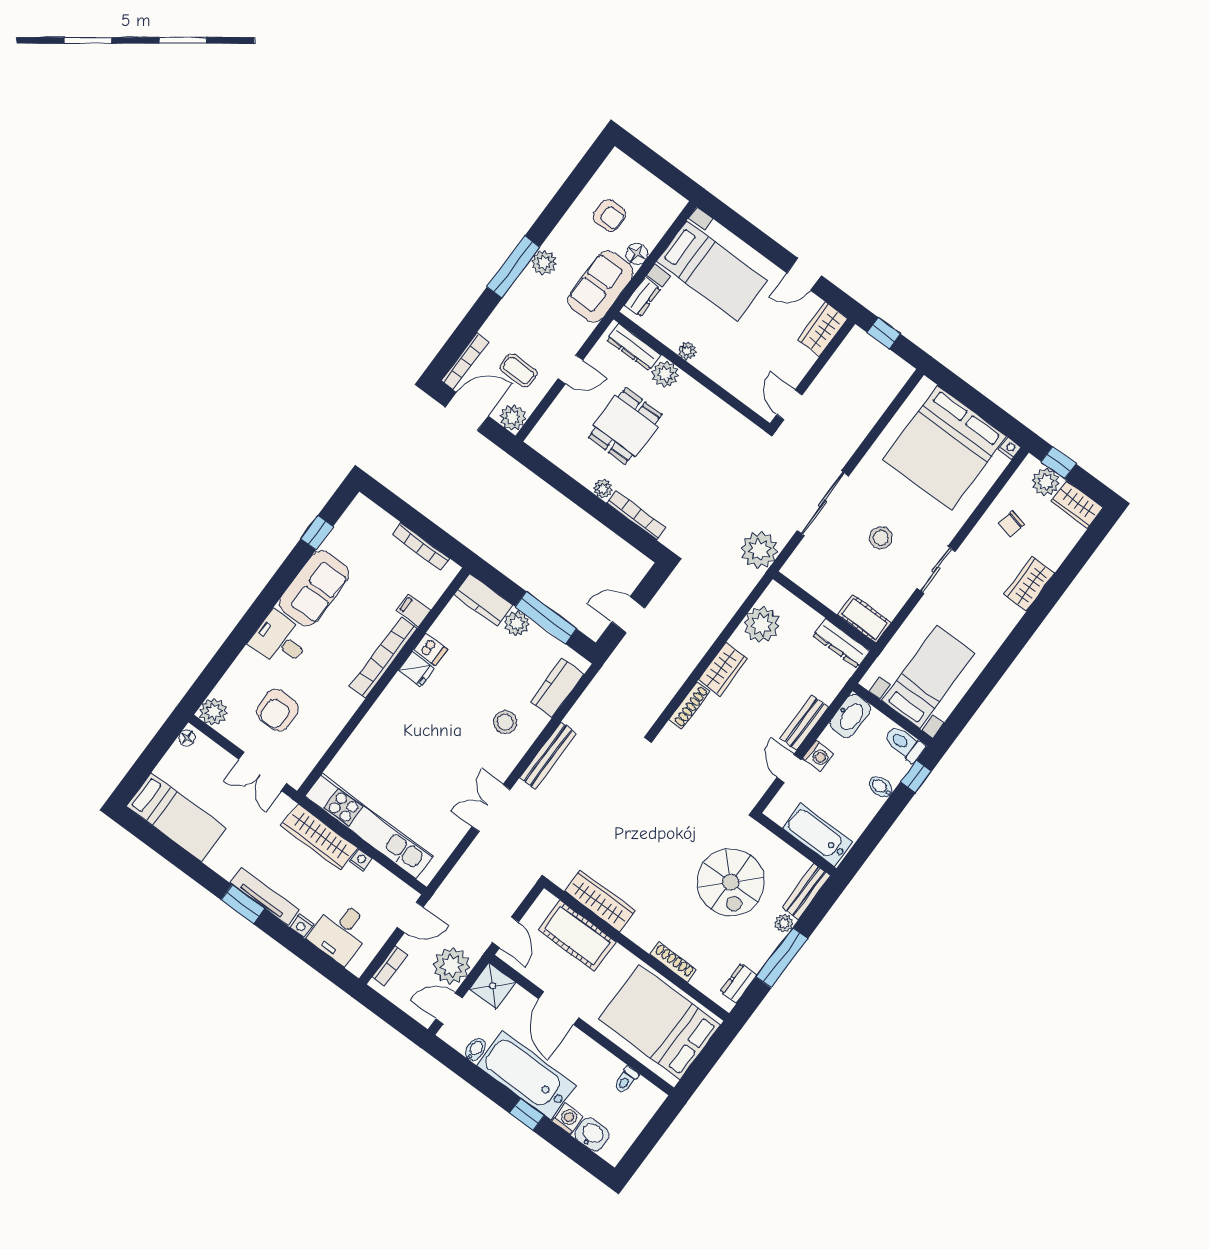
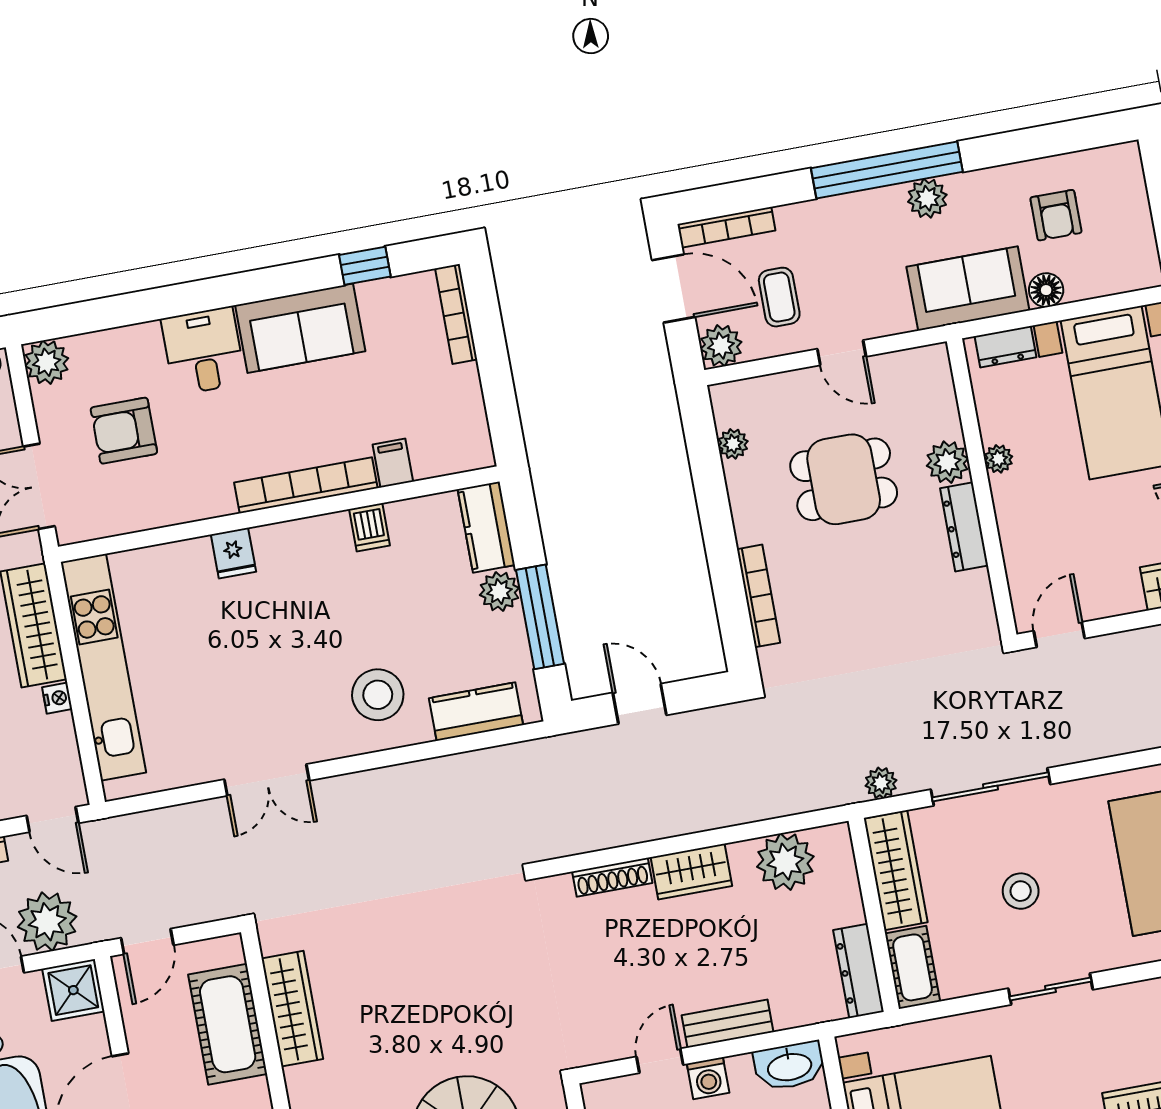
window: (513, 267) -> (887, 170), width x1.46
dresser: (634, 347) -> (964, 527), moved
plant: (603, 489) -> (733, 444), moved
bookcase: (421, 547) -> (456, 314), moved
plant: (759, 550) -> (881, 783), width x0.53, depth x0.53
wardrobe: (815, 582) -> (896, 870), added
fridge: (416, 669) -> (233, 553), moved
stool: (505, 722) -> (378, 695), width x1.38, depth x1.38
bench: (548, 756) -> (391, 781), removed
double door: (491, 808) -> (267, 780), swing flipped

